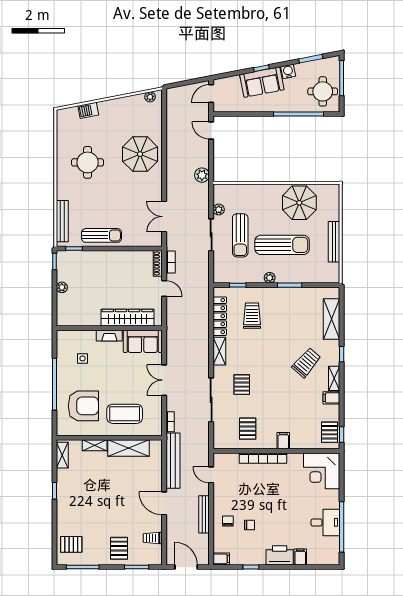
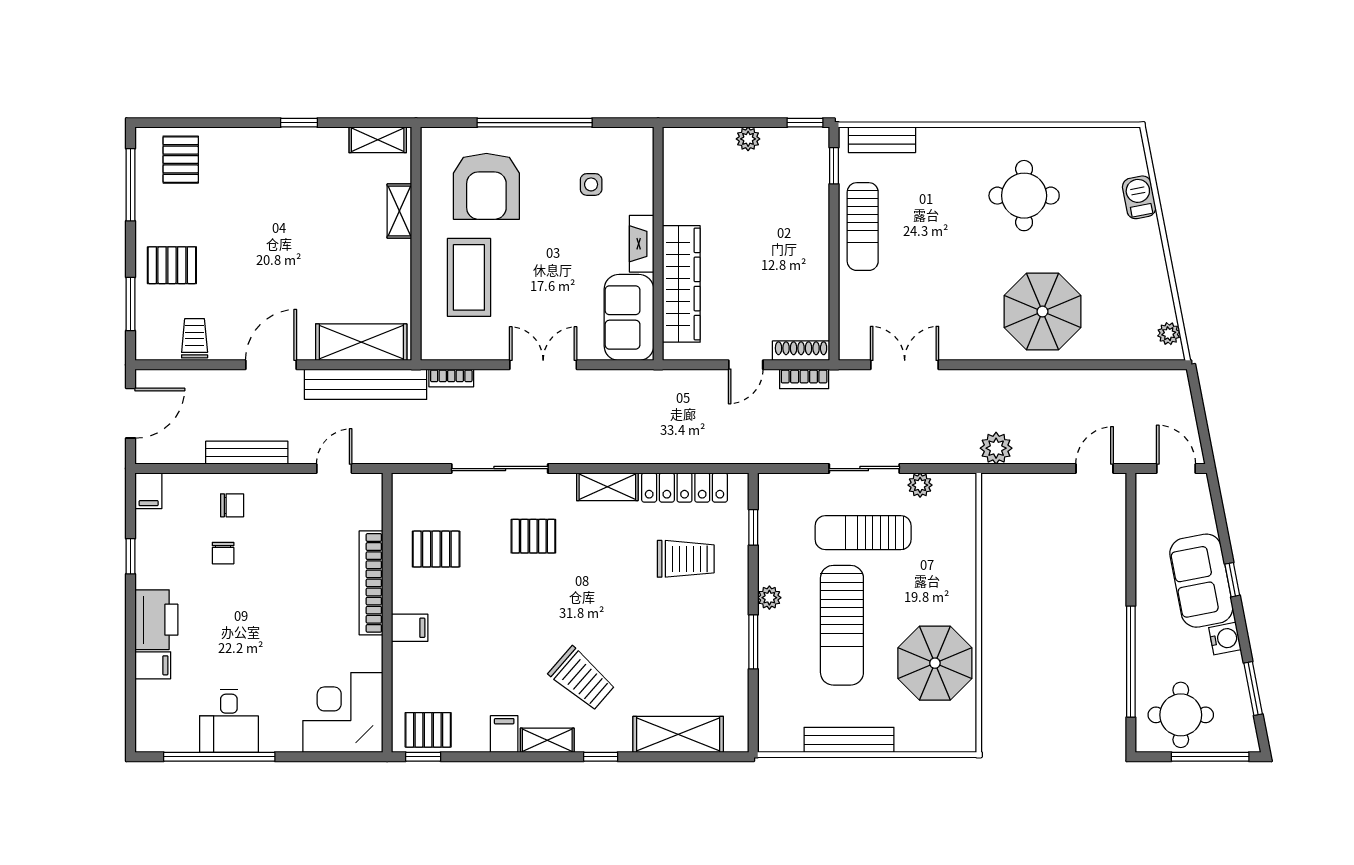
bench: (62, 221) -> (882, 140), width x0.73
shelving: (129, 448) -> (361, 342), moved, turned 90

